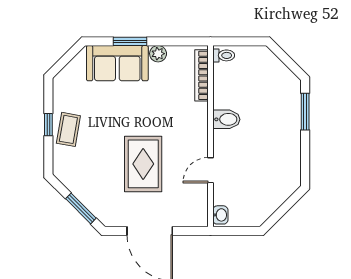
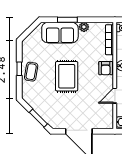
armchair: (195, 124) -> (106, 68), added
rug: (143, 164) -> (67, 76), moved

